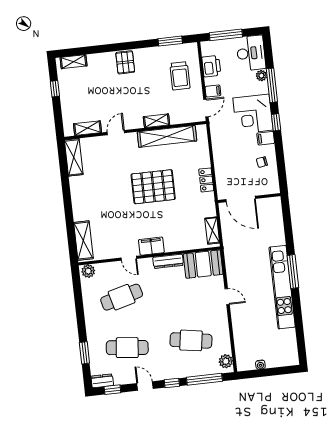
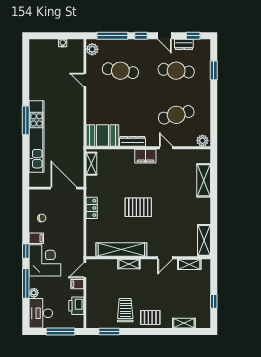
shelving: (74, 62) -> (184, 323), moved
pallet: (125, 62) -> (150, 317), turned 90
trolley: (180, 76) -> (125, 310), moved
pallet: (153, 187) -> (138, 207), width x0.73, depth x0.71
shelving: (83, 241) -> (204, 180), moved
kitchen unit: (282, 287) -> (36, 136), moved
door: (227, 297) -> (85, 80), moved
dresser: (102, 381) -> (184, 44), moved

